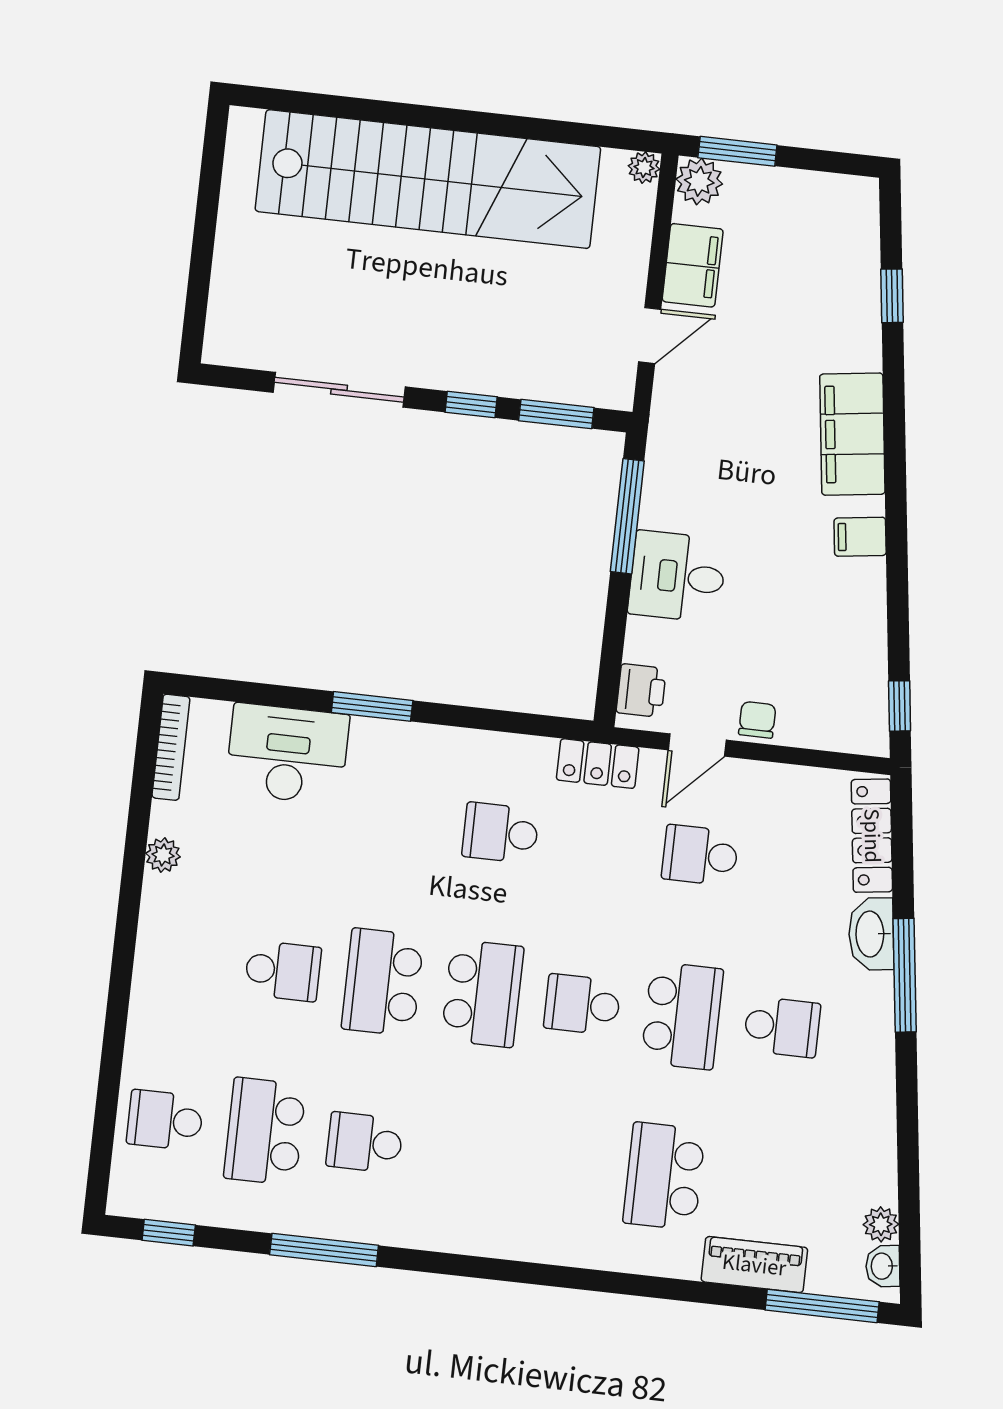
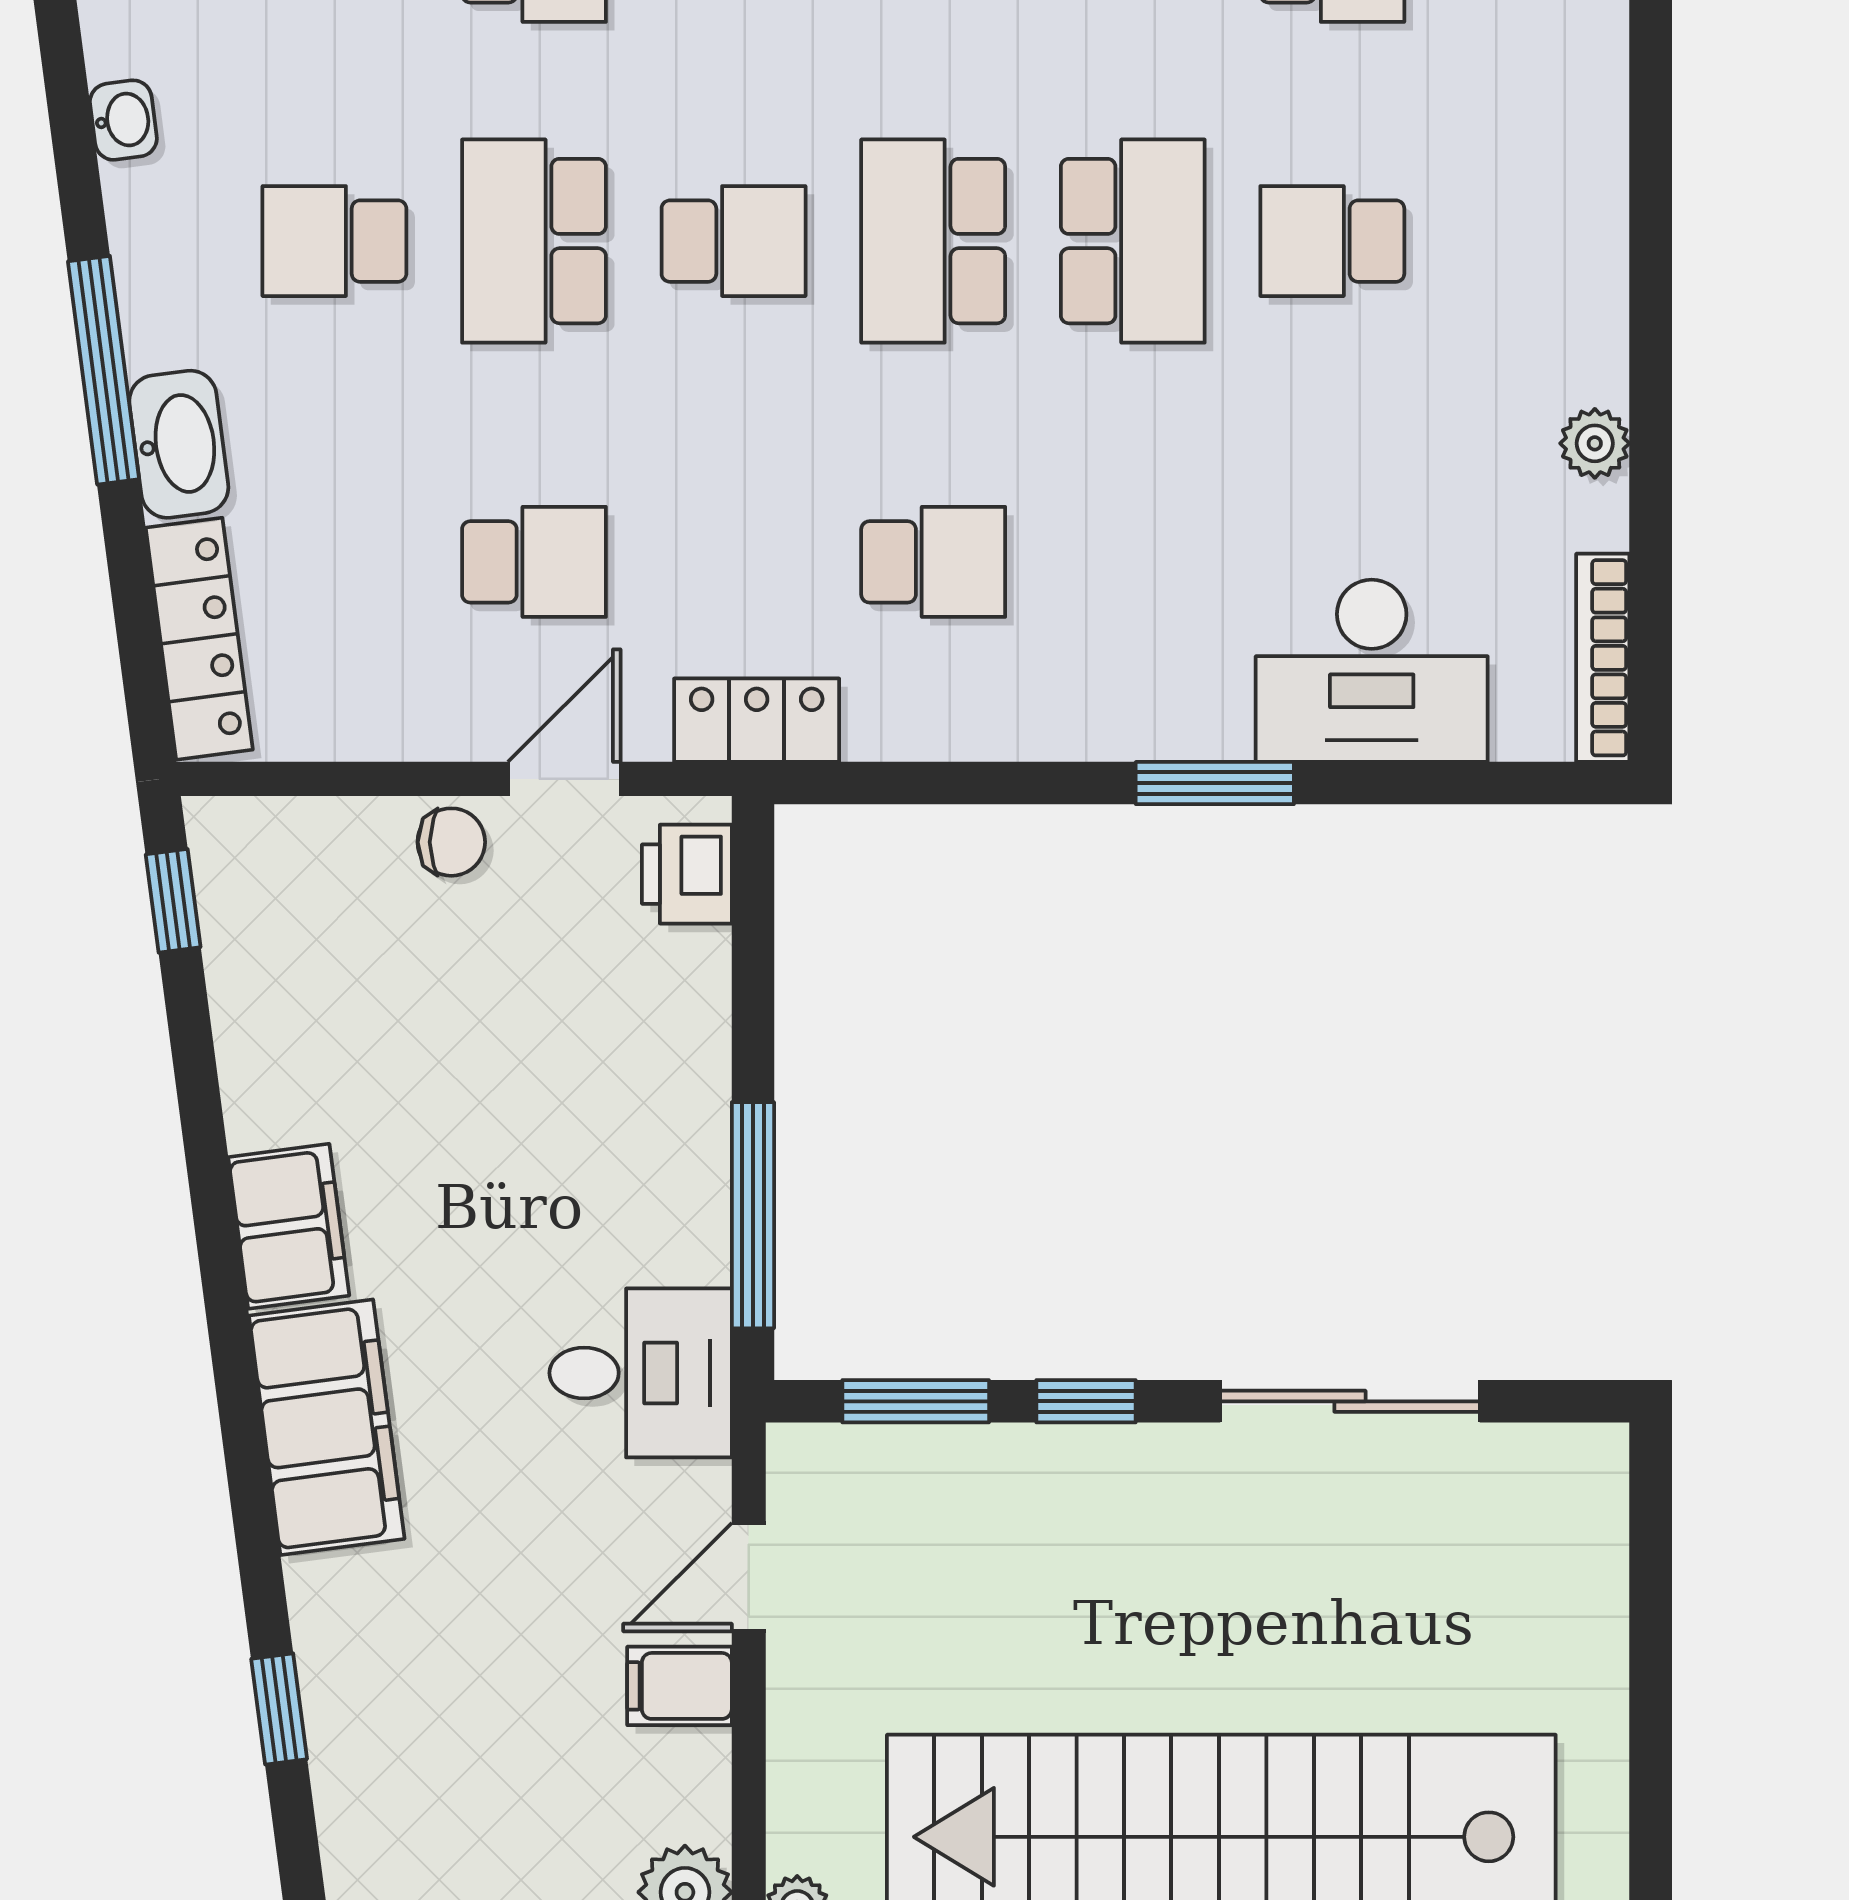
filing cabinet: (693, 265) -> (679, 1686), width x0.50
filing cabinet: (860, 537) -> (289, 1226), width x2.00
desk: (677, 577) -> (641, 1373), moved
chair: (757, 720) -> (451, 842), turned -90
washbasin: (881, 1099) -> (123, 120), added

